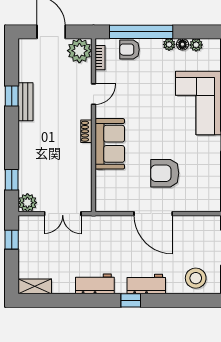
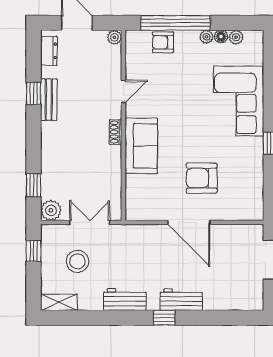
plant: (79, 51) -> (114, 37), width x0.53, depth x0.53
dresser: (26, 57) -> (49, 51), added
bookcase: (100, 58) -> (131, 51), removed
double door: (63, 214) -> (90, 222), swing flipped
stool: (196, 278) -> (77, 261), moved

